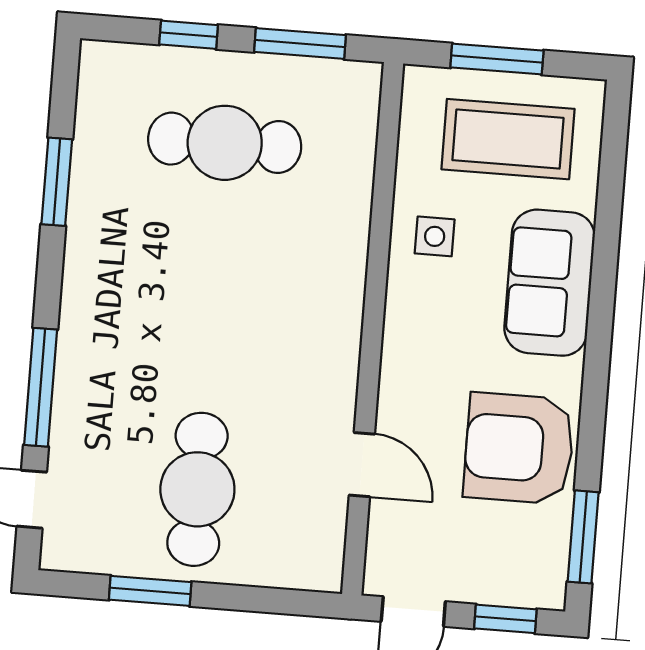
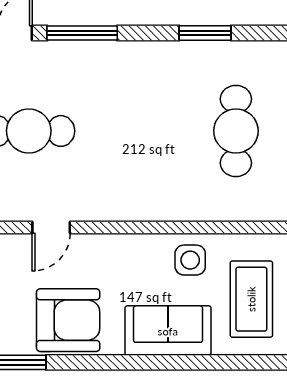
side table: (435, 236) -> (190, 260), width x1.37, depth x1.37
armchair: (519, 448) -> (68, 320), turned 90

